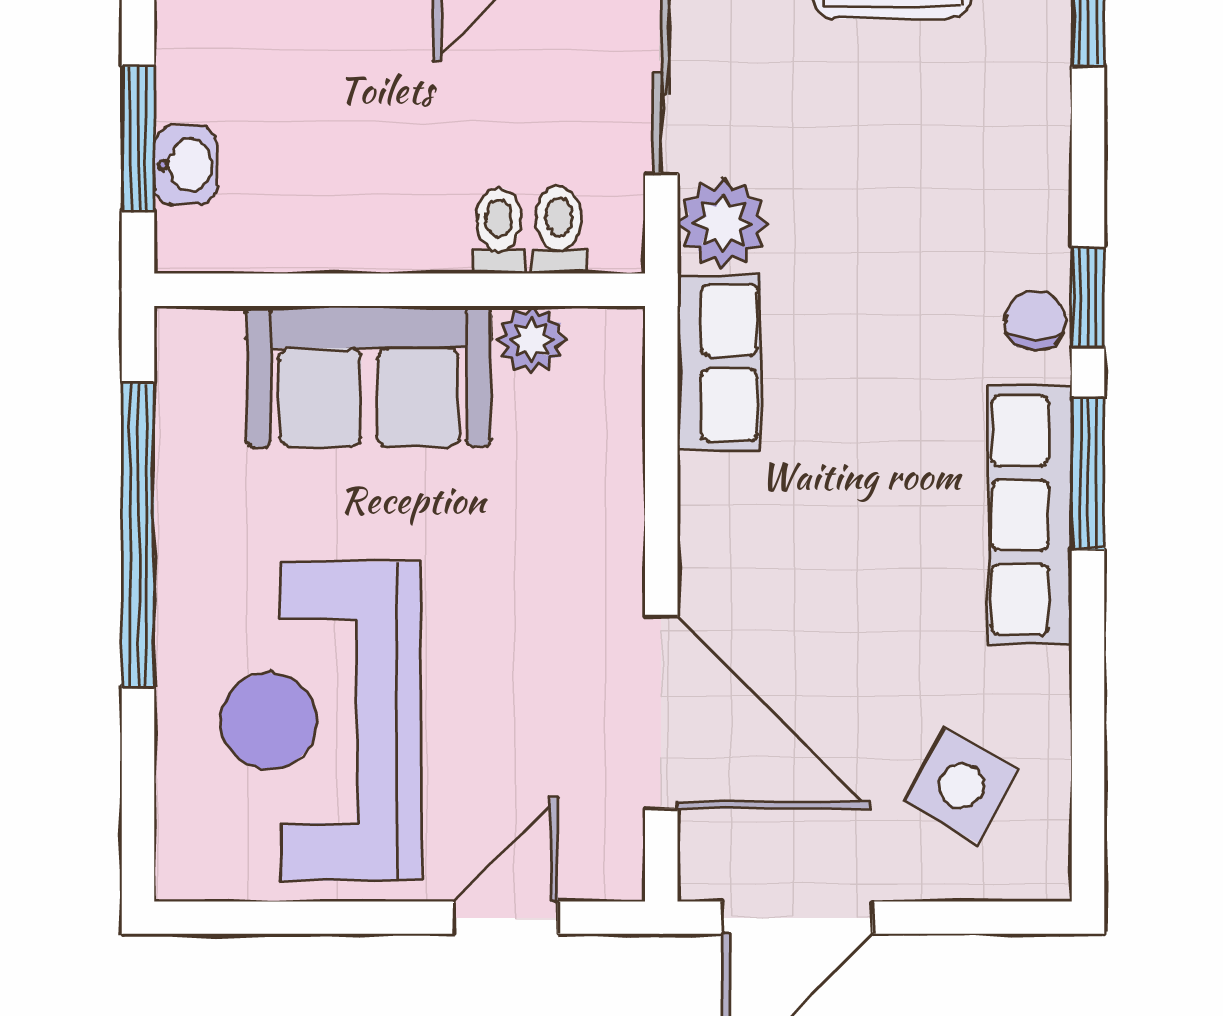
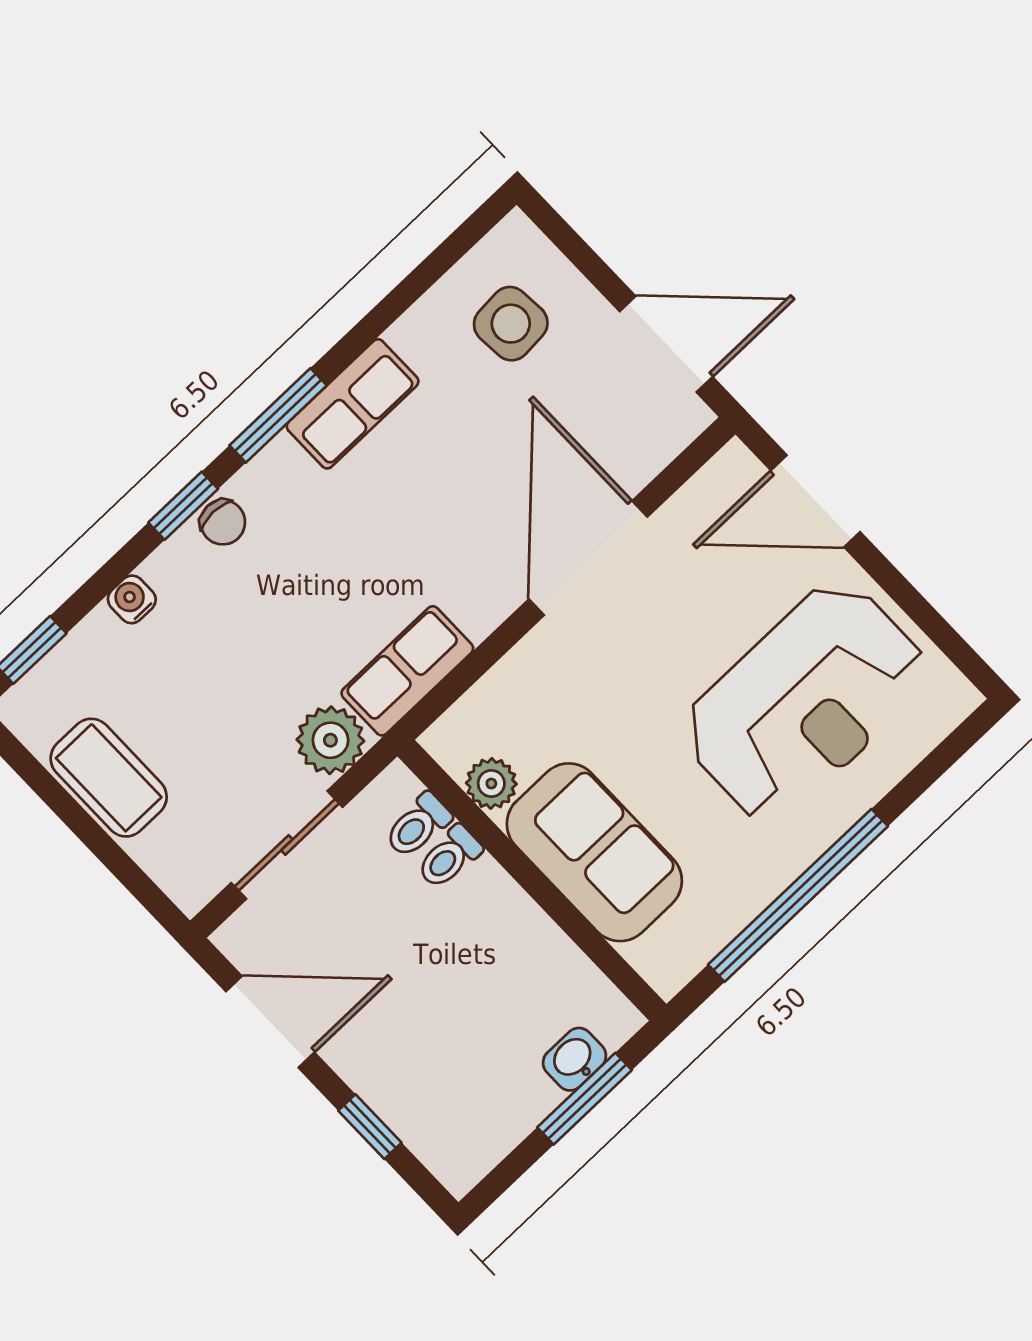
water cooler: (1044, 160) -> (132, 599), added
chair: (1035, 321) -> (223, 522), turned -90
row of seats: (1030, 515) -> (353, 404), width x0.68
door: (661, 713) -> (588, 558), moved
side table: (961, 785) -> (511, 324), turned -33
door: (506, 918) -> (816, 501), width x1.38

